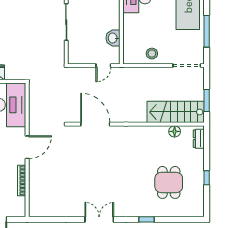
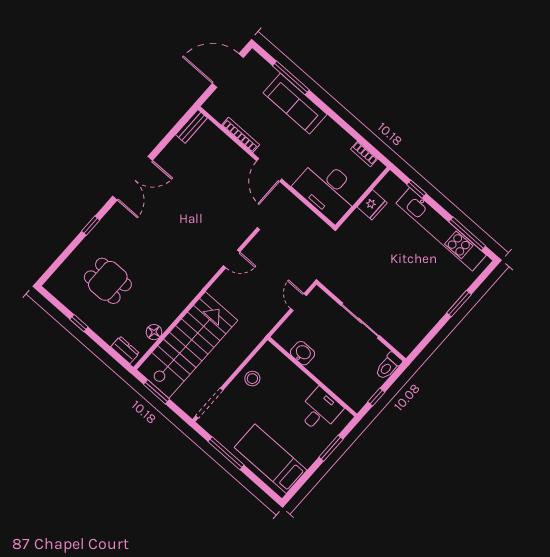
door: (103, 65) -> (299, 302), moved
stairs: (176, 112) -> (187, 345), width x1.36, depth x1.51
door: (95, 124) -> (232, 259), width x0.53
bench: (41, 212) -> (191, 126), added
double door: (99, 219) -> (133, 178), width x1.37

